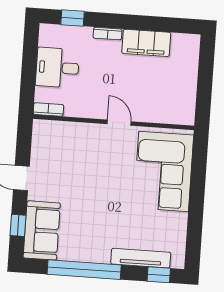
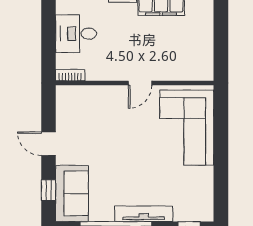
door: (119, 123) -> (140, 83), swing flipped
tv unit: (141, 258) -> (144, 214), moved

